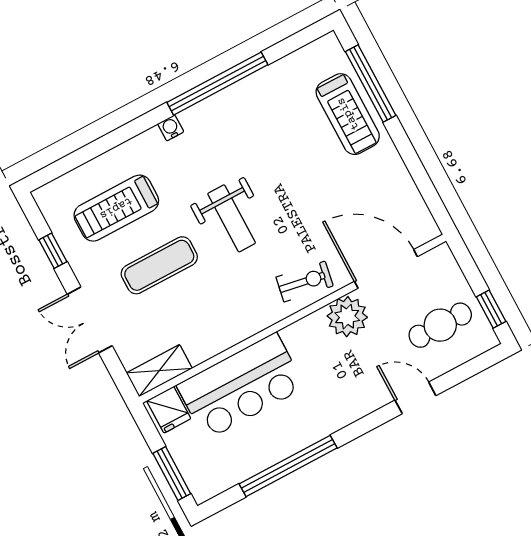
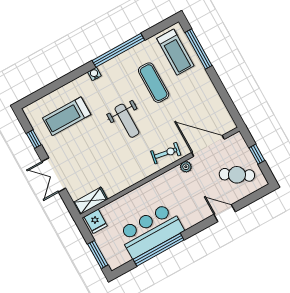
treadmill: (348, 114) -> (175, 52), moved
exercise mat: (159, 265) -> (154, 83), moved, turned 90
window: (491, 309) -> (257, 154), moved
plant: (347, 317) -> (186, 167), width x0.53, depth x0.53
cafe table: (440, 325) -> (237, 175), turned 32
bar counter: (241, 386) -> (151, 231), moved, turned 180

